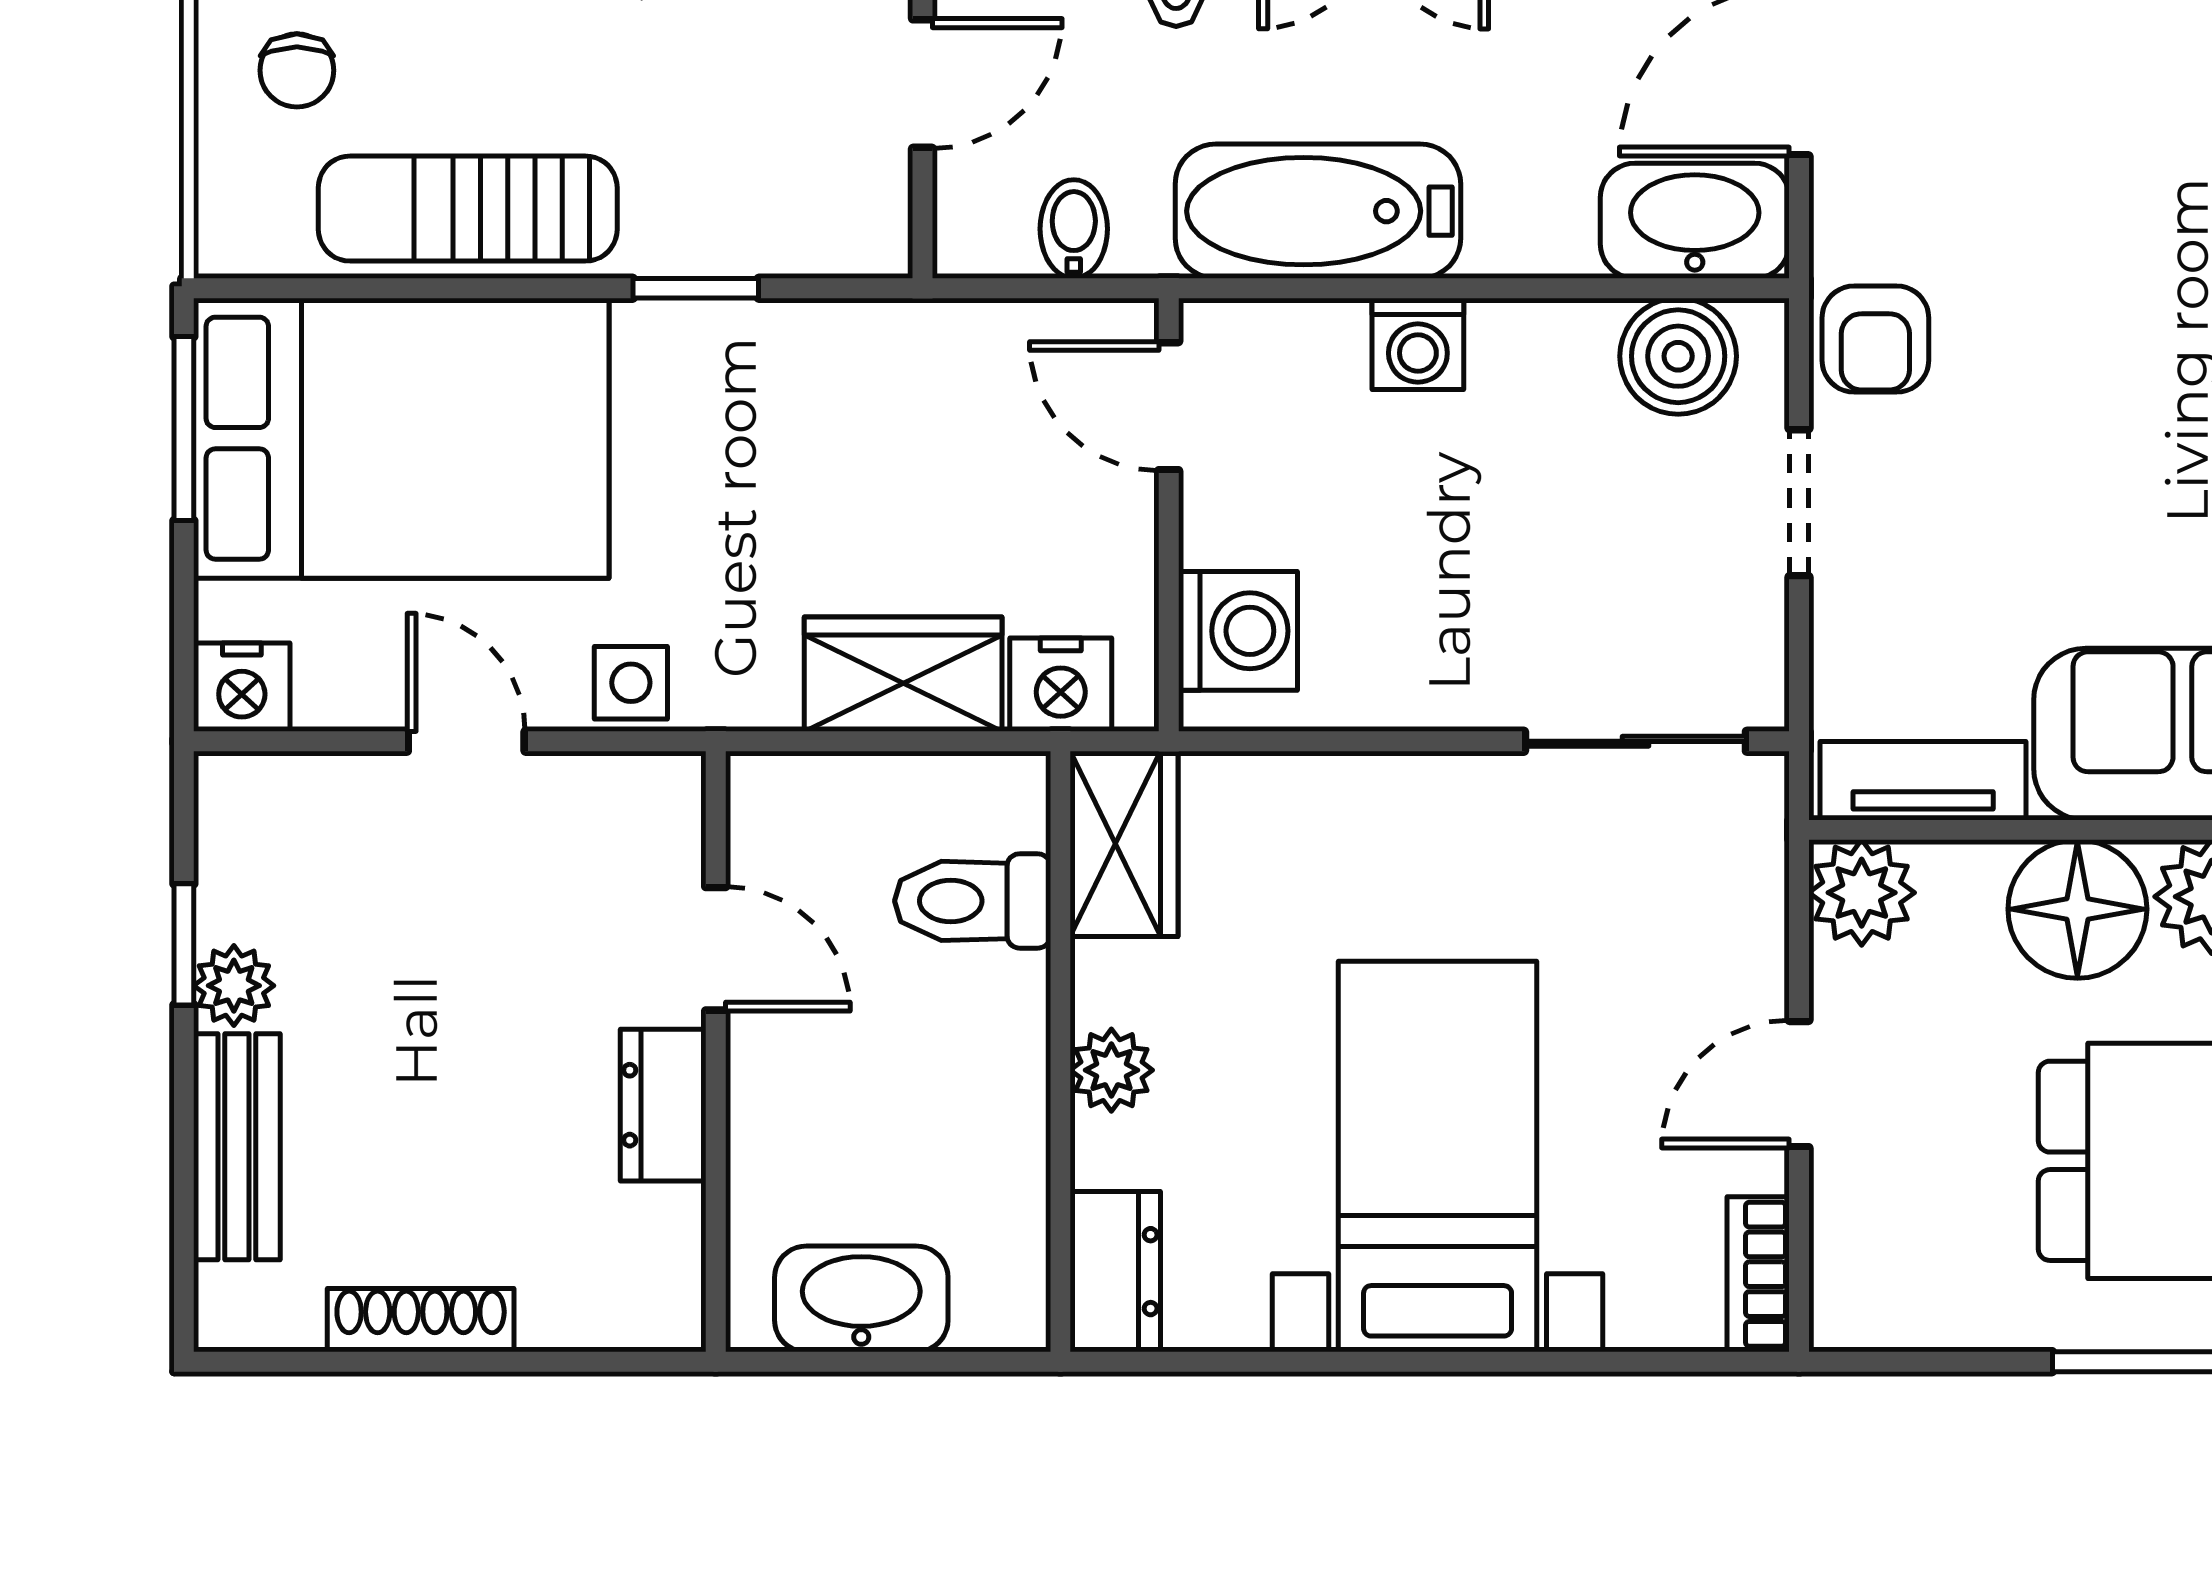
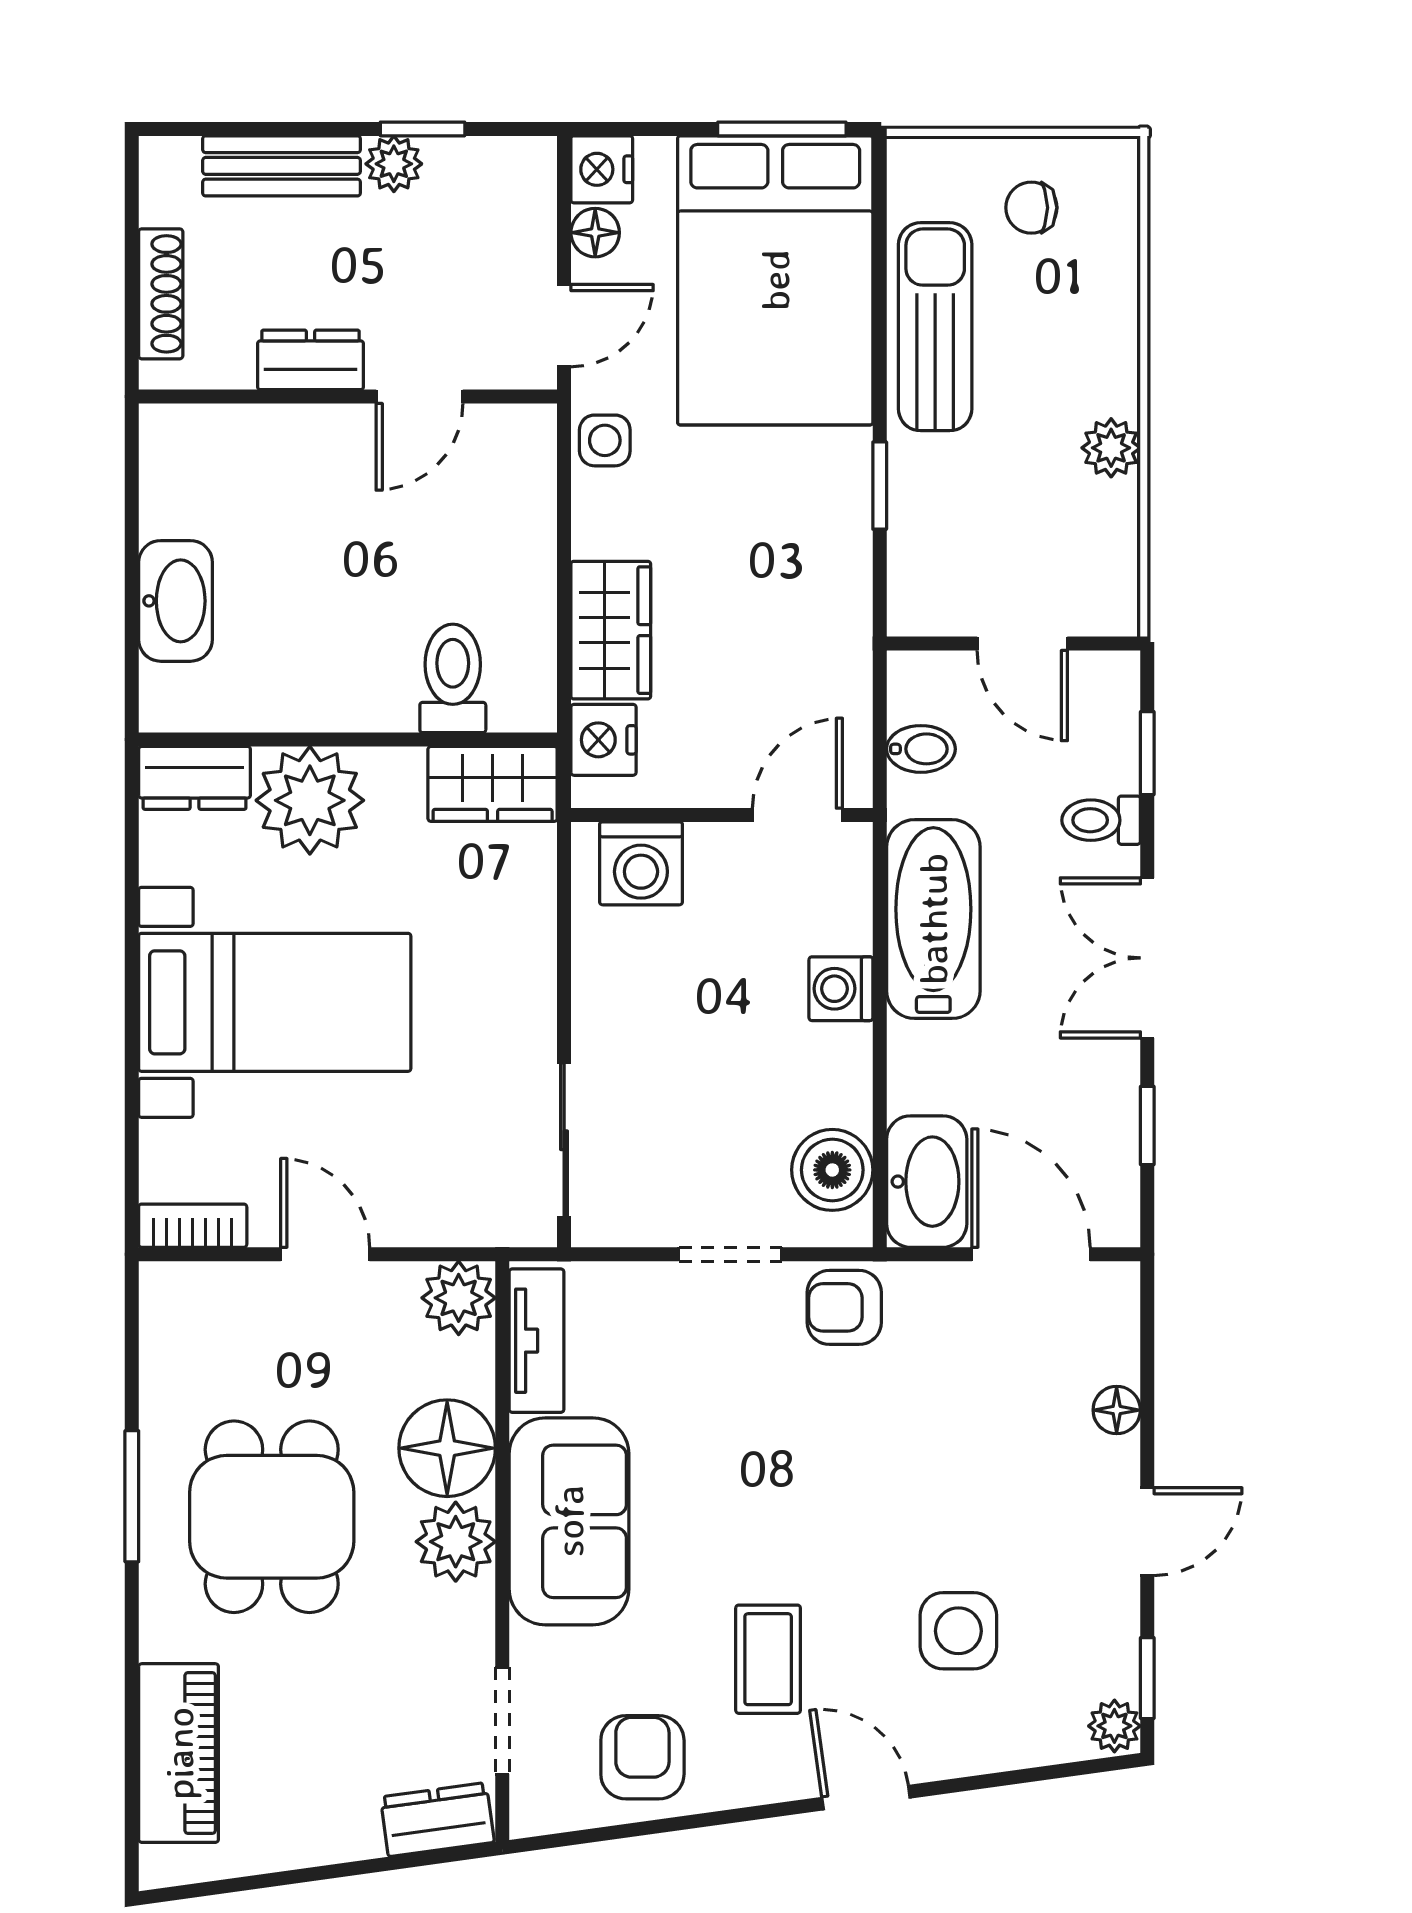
floor lamp: (333, 697) -> (595, 233), added
door: (716, 949) -> (419, 397), moved
wall: (716, 1051) -> (348, 397), moved
plant: (1111, 1070) -> (310, 800), width x1.88, depth x1.88
dresser: (663, 1105) -> (311, 360), moved

